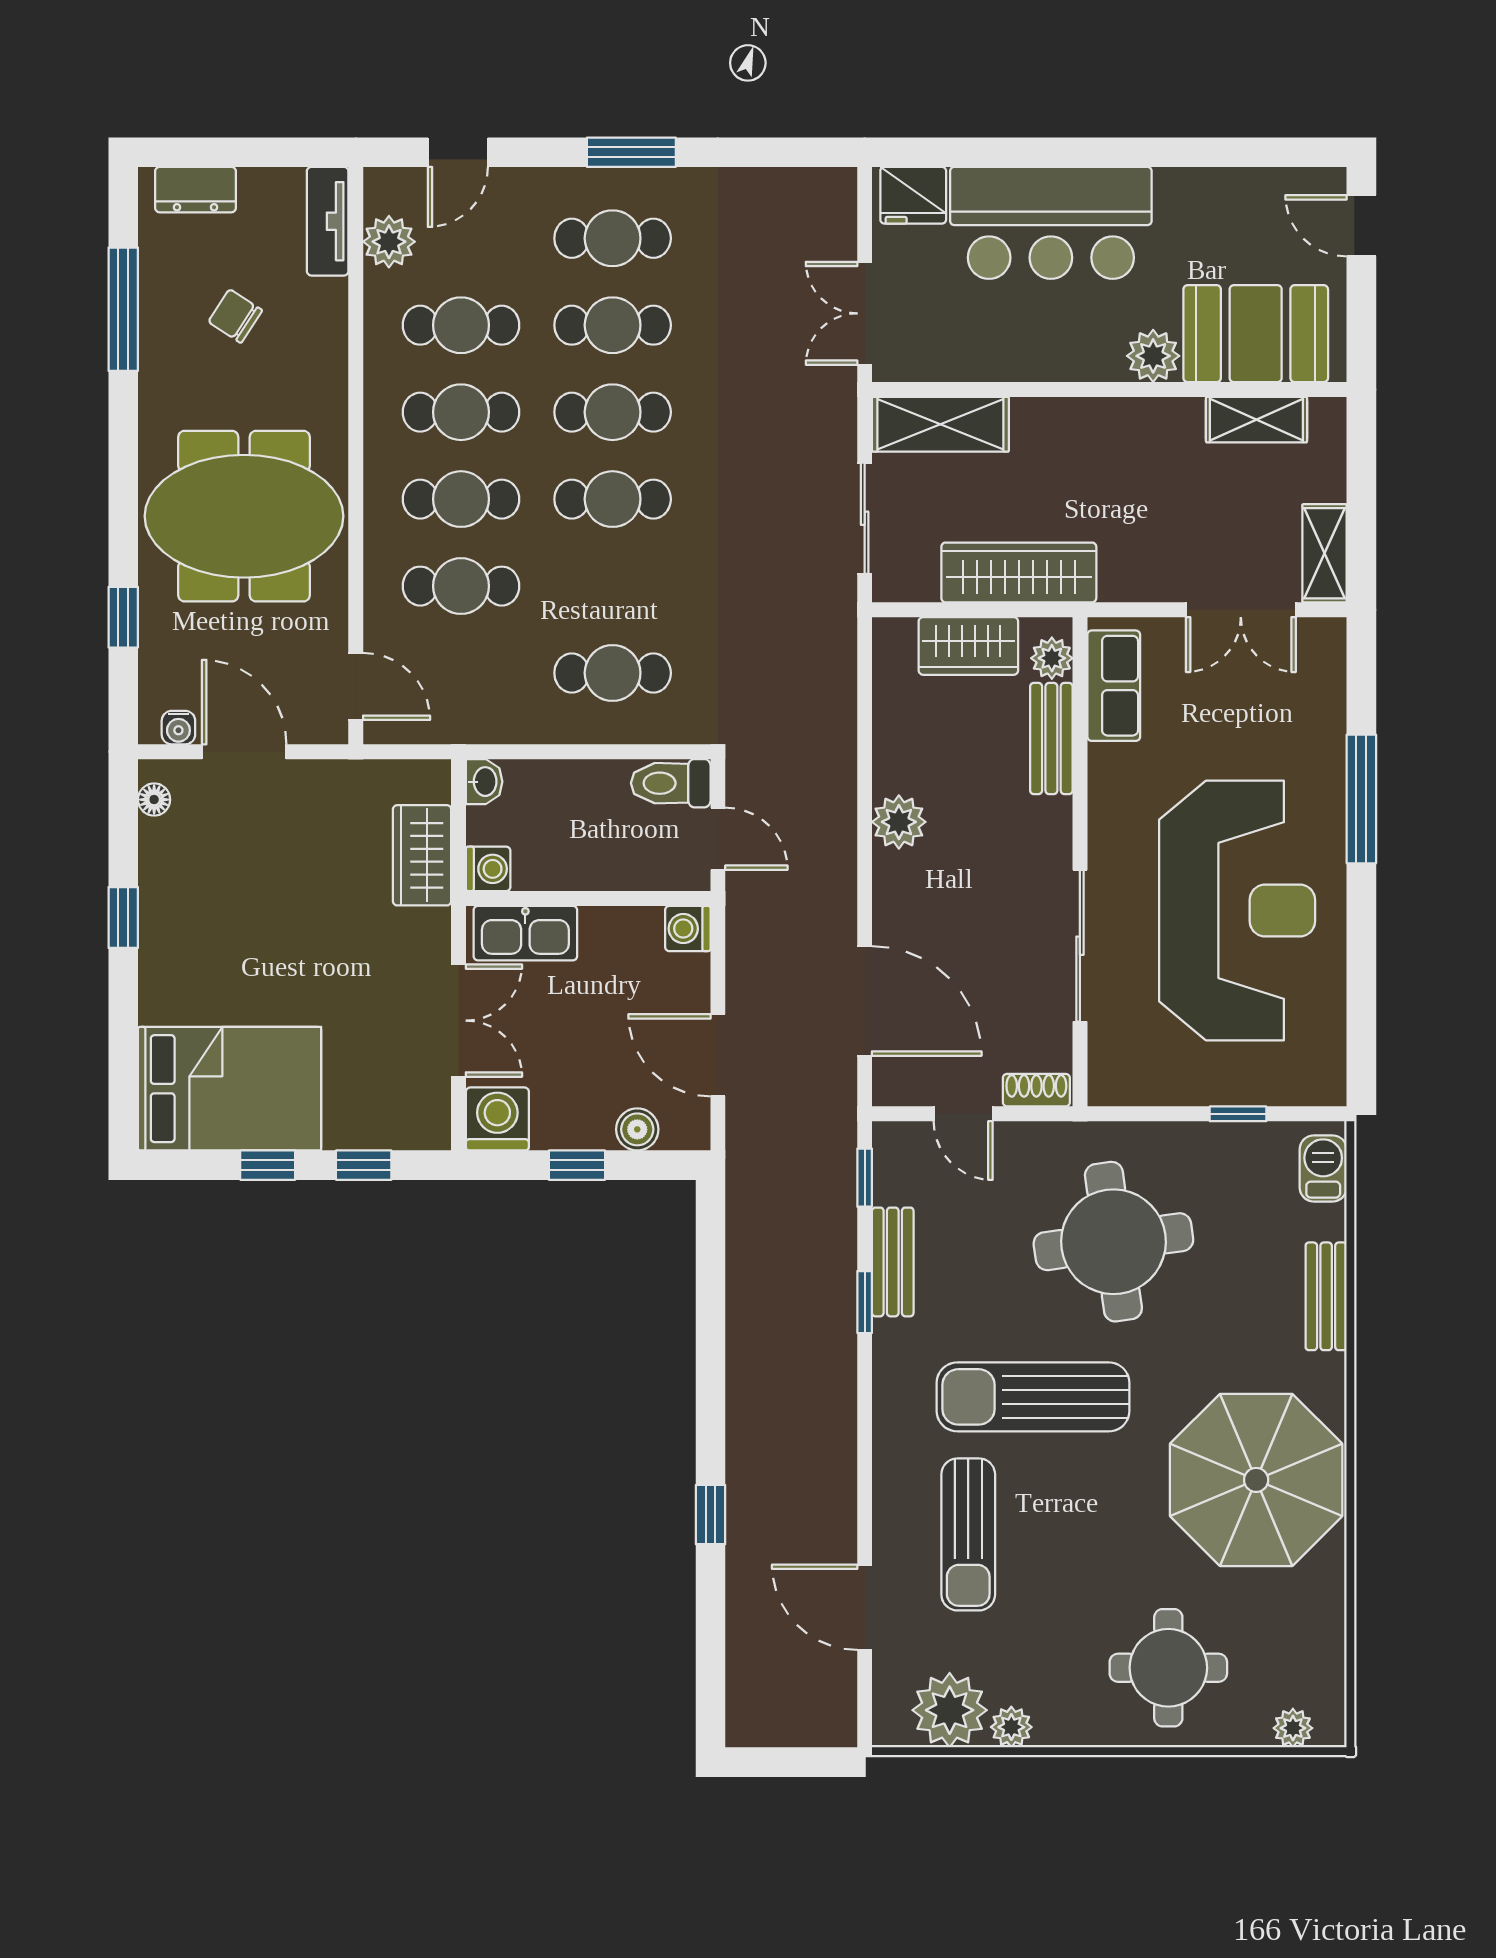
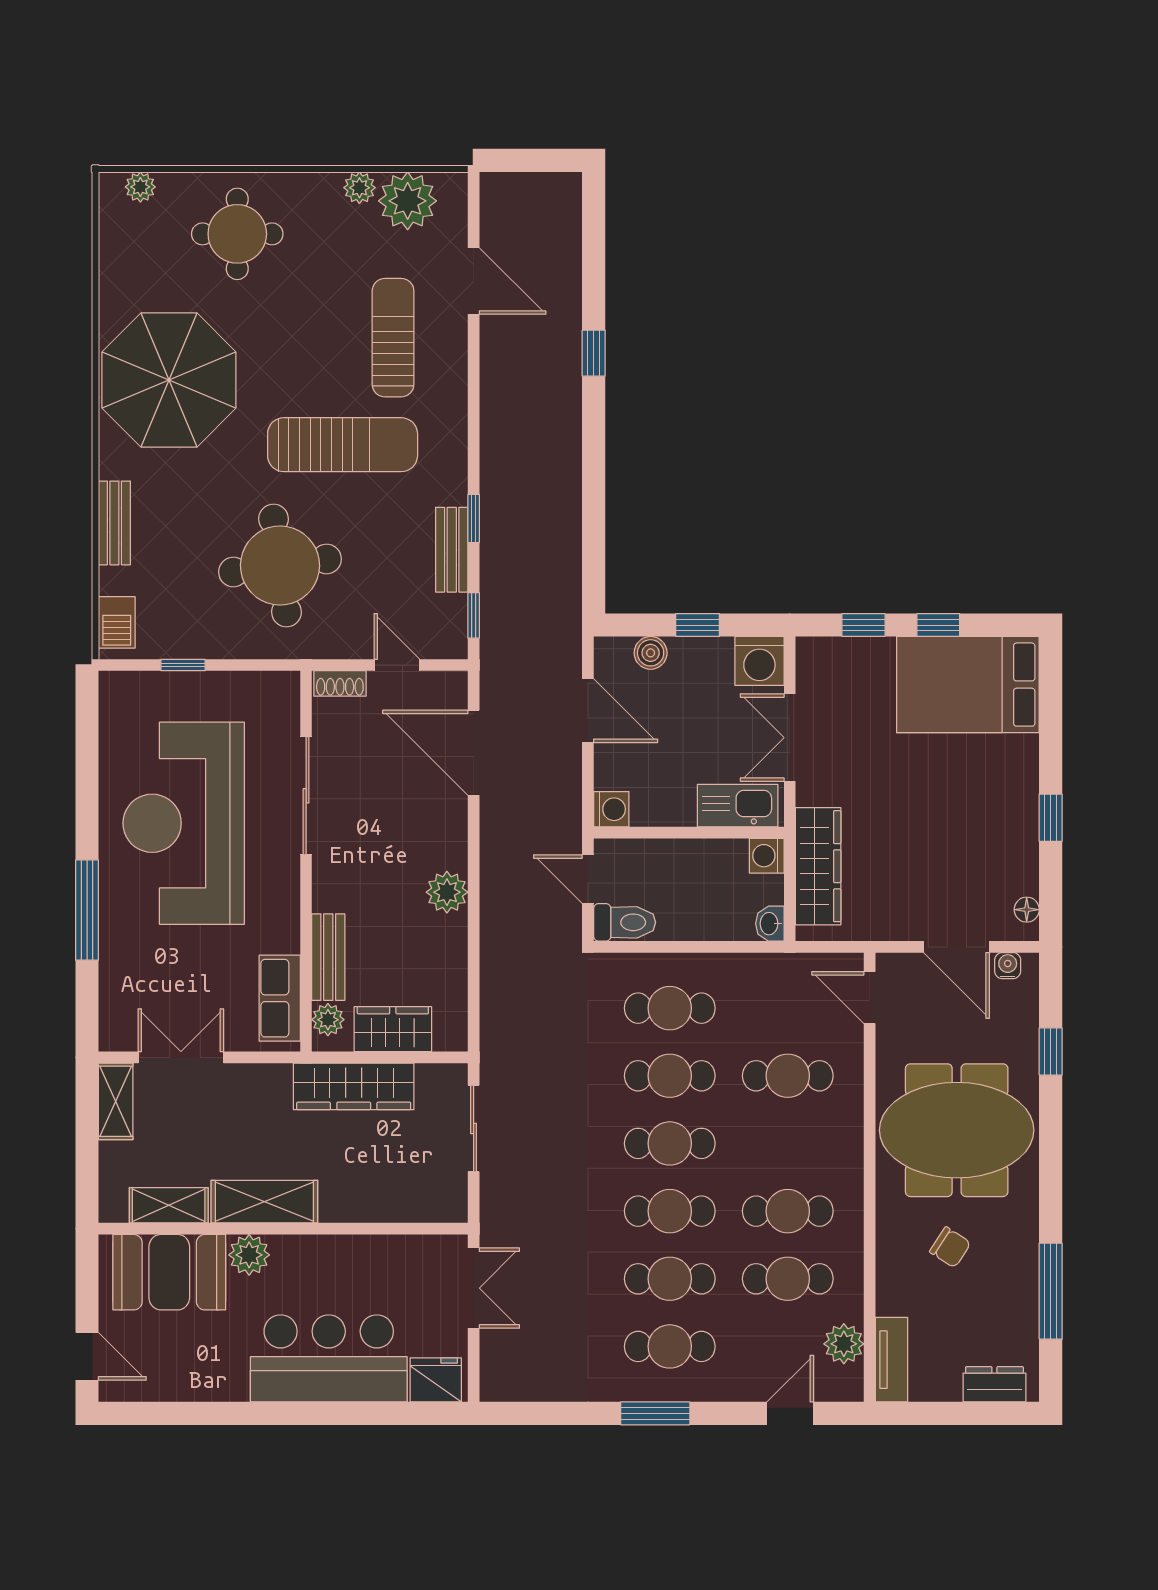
chair: (235, 316) -> (950, 1247), moved
shelving: (940, 424) -> (264, 1202), moved
cafe table: (461, 499) -> (670, 1076), moved
wardrobe: (422, 855) -> (818, 866), width x1.50

